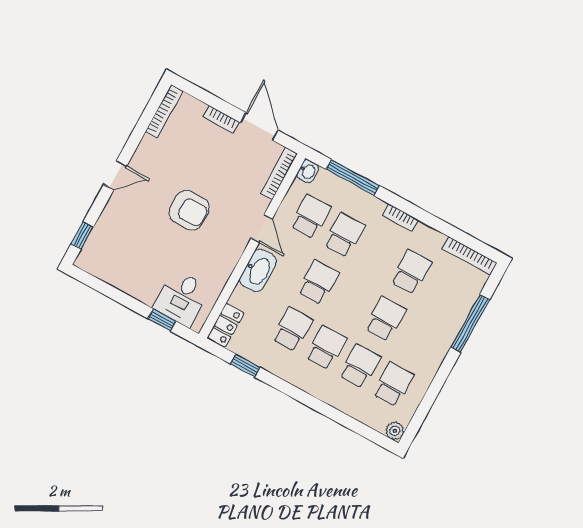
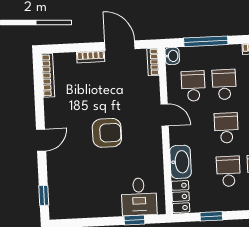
bookcase: (279, 174) -> (153, 62), width x0.64
washbasin: (258, 270) -> (181, 162), moved

